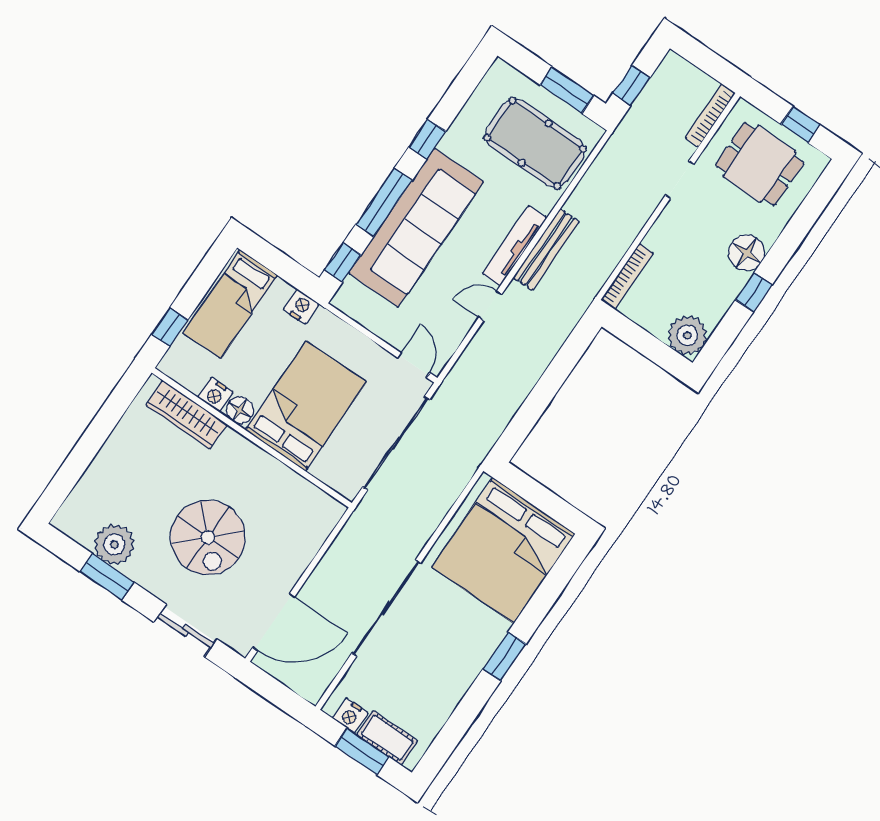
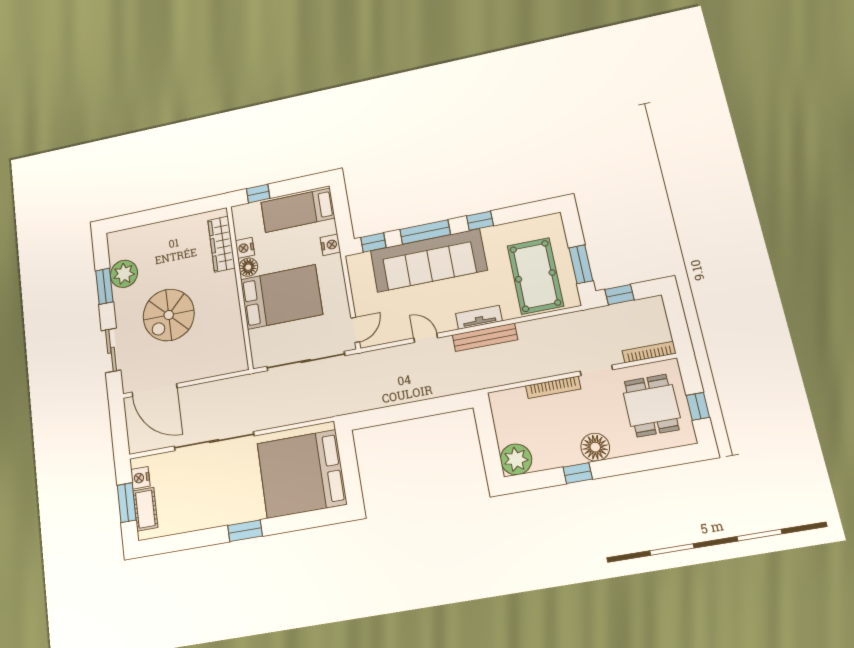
tv unit: (514, 246) -> (479, 317), width x0.71
bookcase: (627, 277) -> (553, 387), moved

